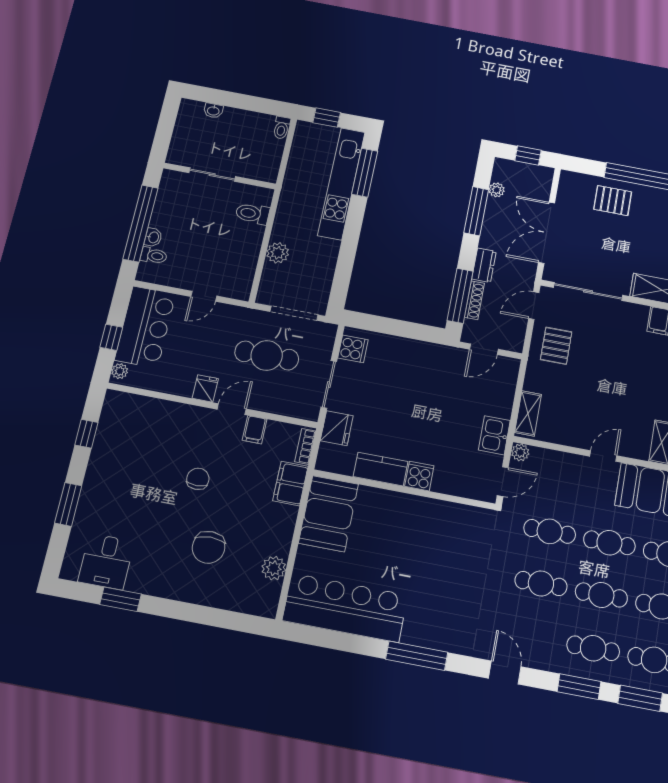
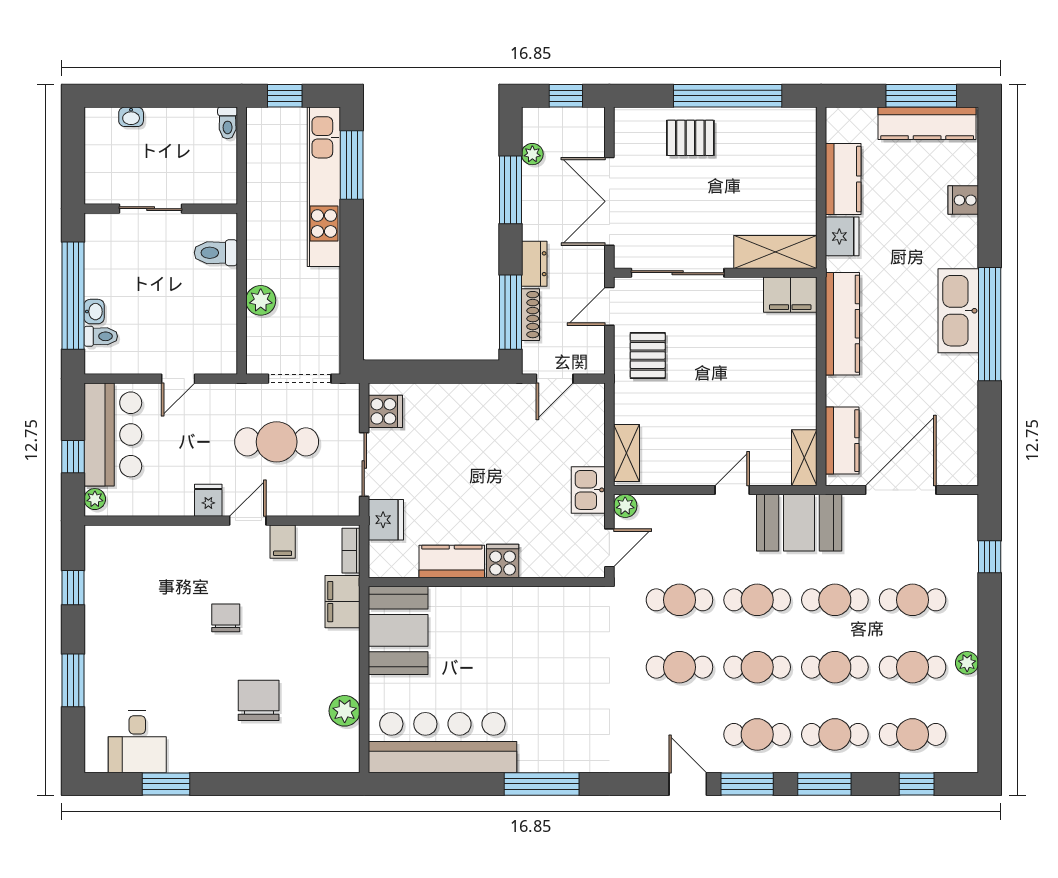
chair: (209, 547) -> (259, 700), turned 180
door: (505, 672) -> (688, 784), moved

